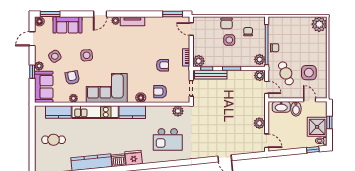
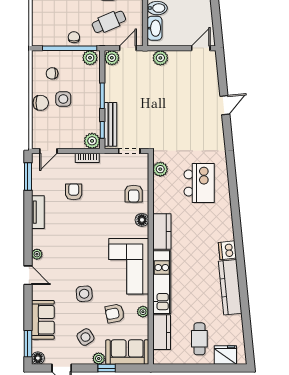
tv unit: (132, 21) -> (38, 212), moved
armchair: (163, 65) -> (74, 192), moved
plant: (259, 123) -> (160, 58), moved
fridge: (134, 158) -> (225, 355), moved, turned 96

